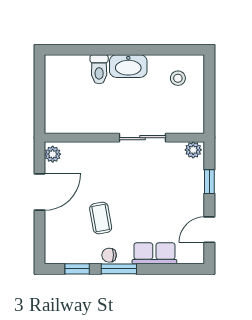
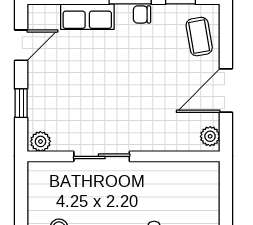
coffee table: (101, 218) -> (199, 37), moved
chair: (109, 255) -> (142, 14), turned 180

